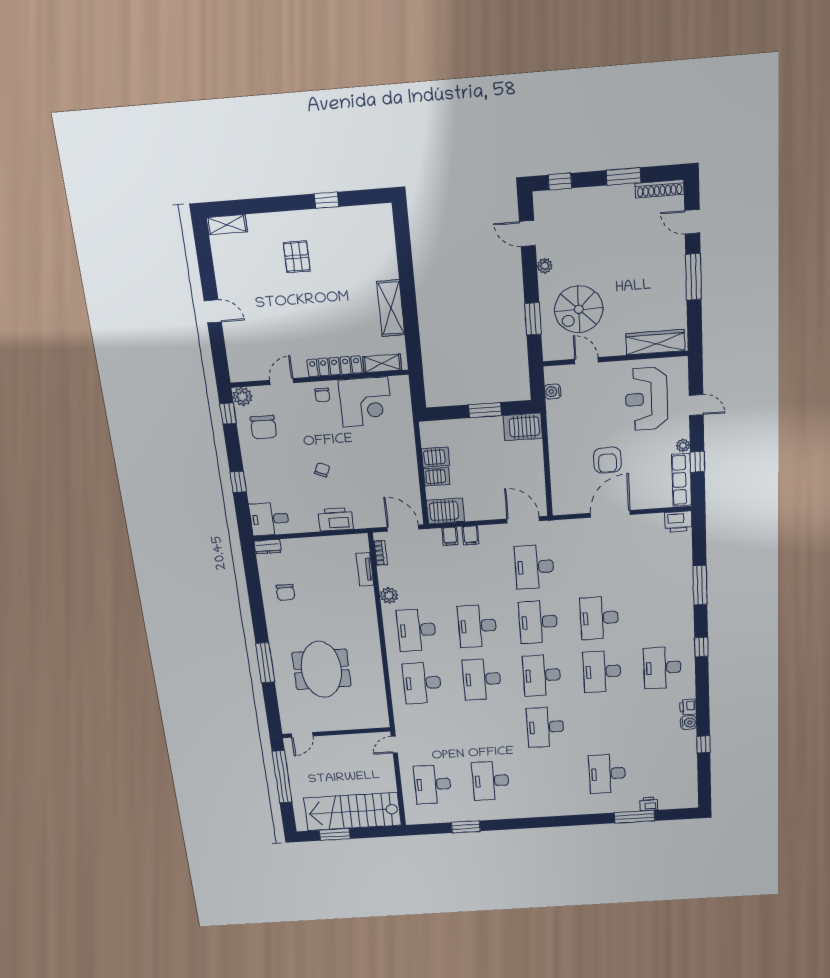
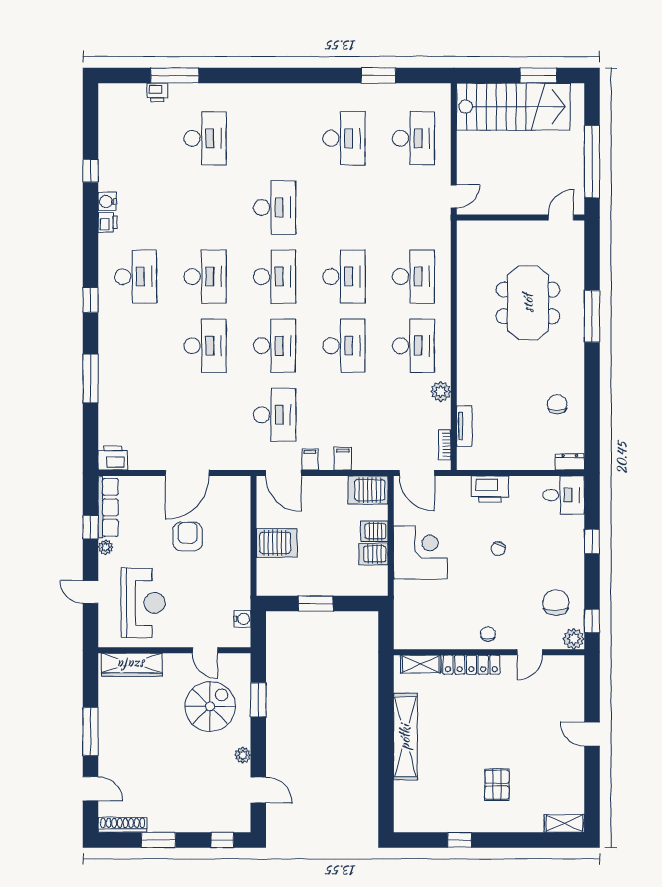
shelving: (391, 308) -> (405, 737), width x1.47
corner desk: (365, 402) -> (420, 553), moved, turned 90
server rack: (523, 427) -> (277, 543), moved
filing cabinet: (450, 536) -> (310, 459), moved

